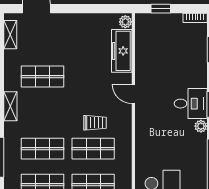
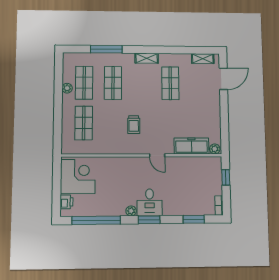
door: (133, 94) -> (157, 155), swing flipped
shop shelf: (93, 149) -> (113, 123), removed

